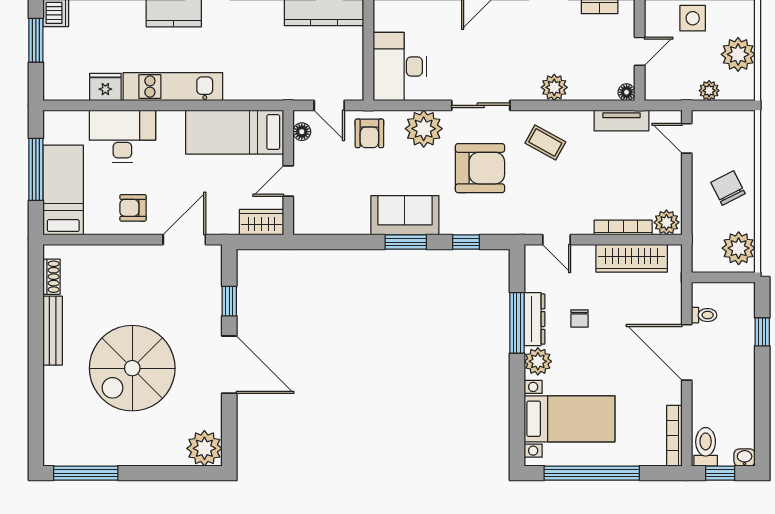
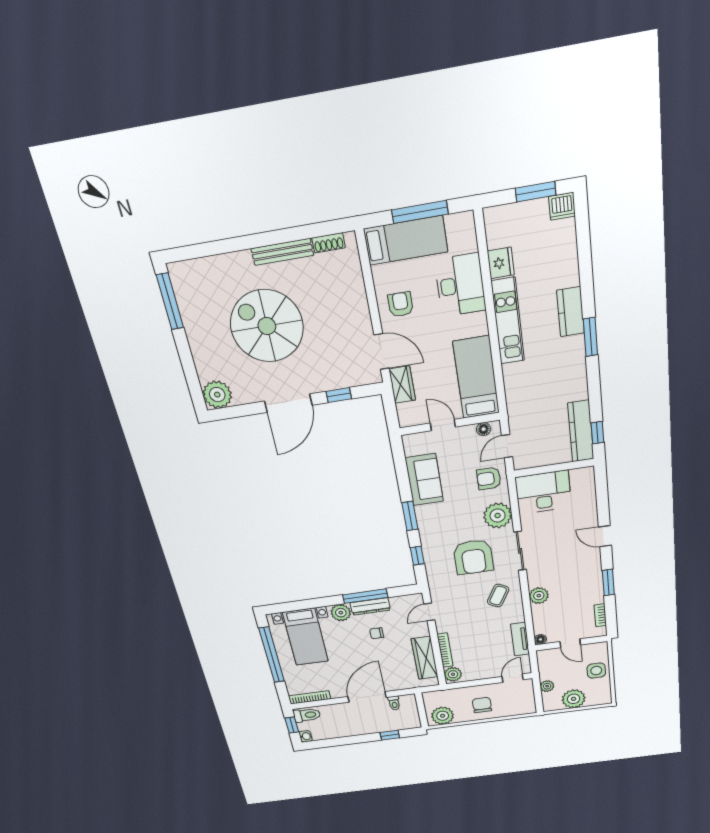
chair: (728, 188) -> (482, 705), turned -63
sofa: (405, 215) -> (424, 480), moved
wardrobe: (262, 222) -> (402, 385), moved

